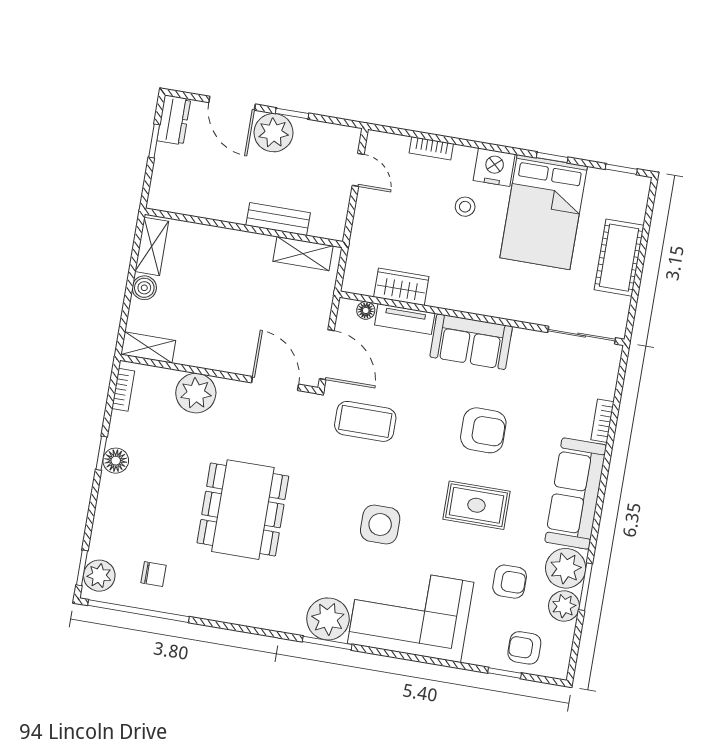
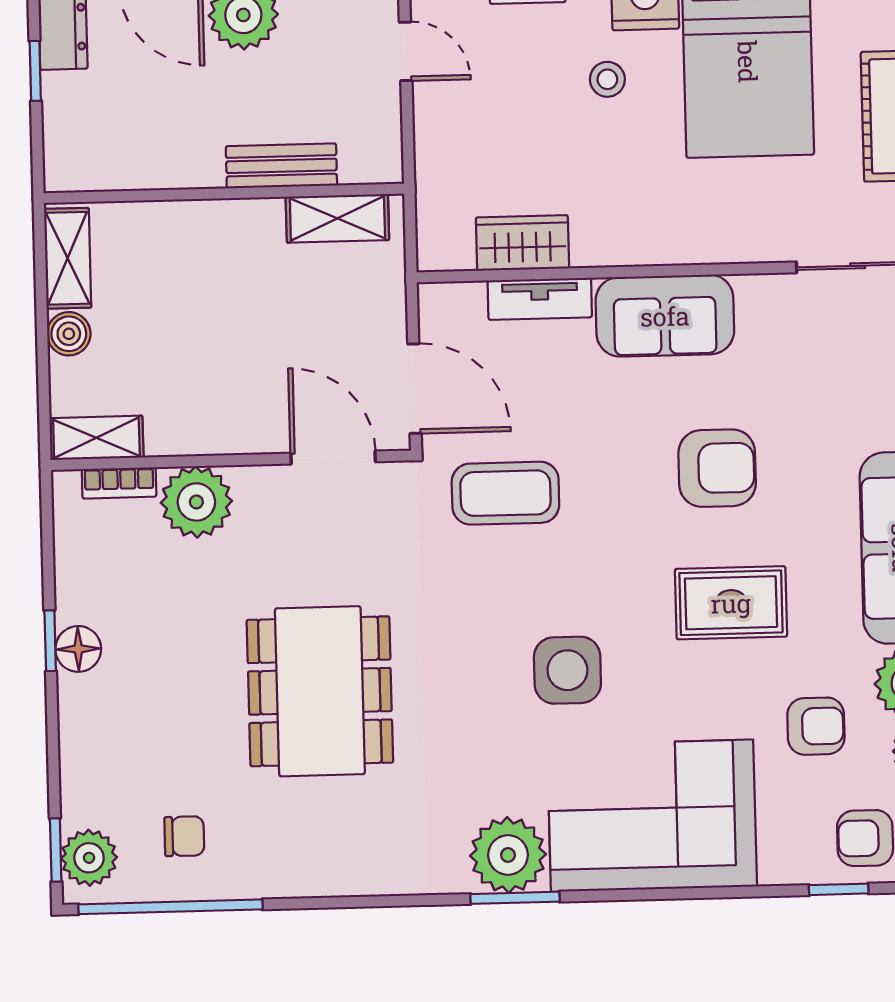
floor lamp: (366, 310) -> (468, 297), removed
bookcase: (123, 390) -> (119, 483), moved, turned 90

